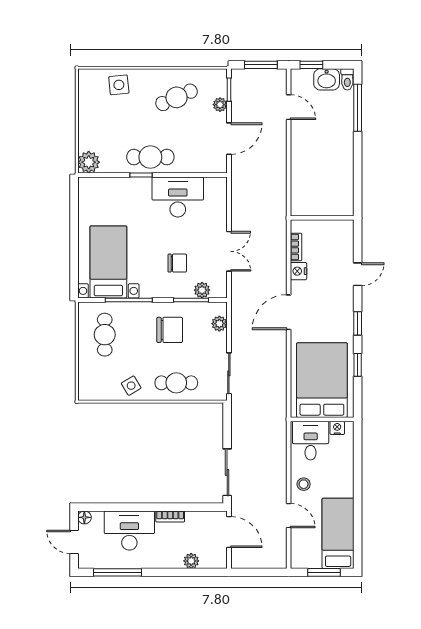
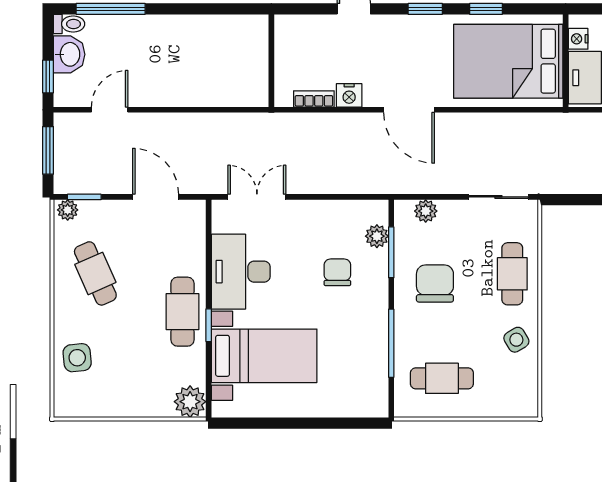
plant: (220, 105) -> (68, 210), moved
double door: (229, 251) -> (257, 197), moved
bed with nightstands: (108, 262) -> (264, 356), moved, turned 180

